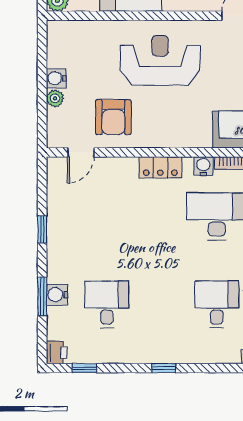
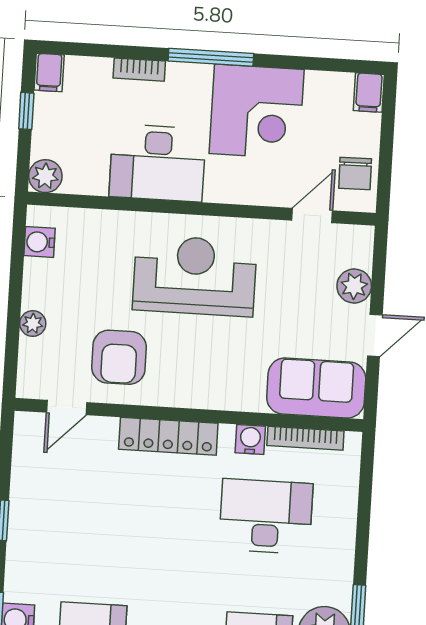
water cooler: (56, 78) -> (39, 242), moved
locker: (160, 167) -> (168, 436), width x1.53

